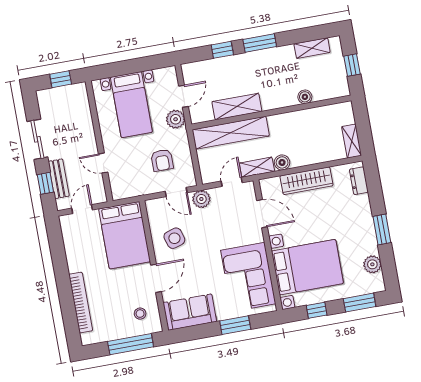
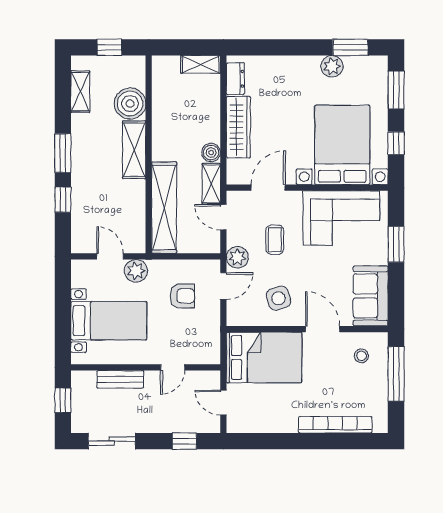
boiler: (305, 97) -> (130, 104), width x1.86, depth x1.86
shelving: (237, 107) -> (134, 150), moved
sliding door: (37, 139) -> (112, 441), moved
bench: (59, 179) -> (120, 379), moved
dresser: (359, 181) -> (235, 79), moved, turned -90
coffee table: (221, 227) -> (275, 240), added
window: (382, 230) -> (350, 47), moved
plant: (372, 264) -> (332, 66), moved

